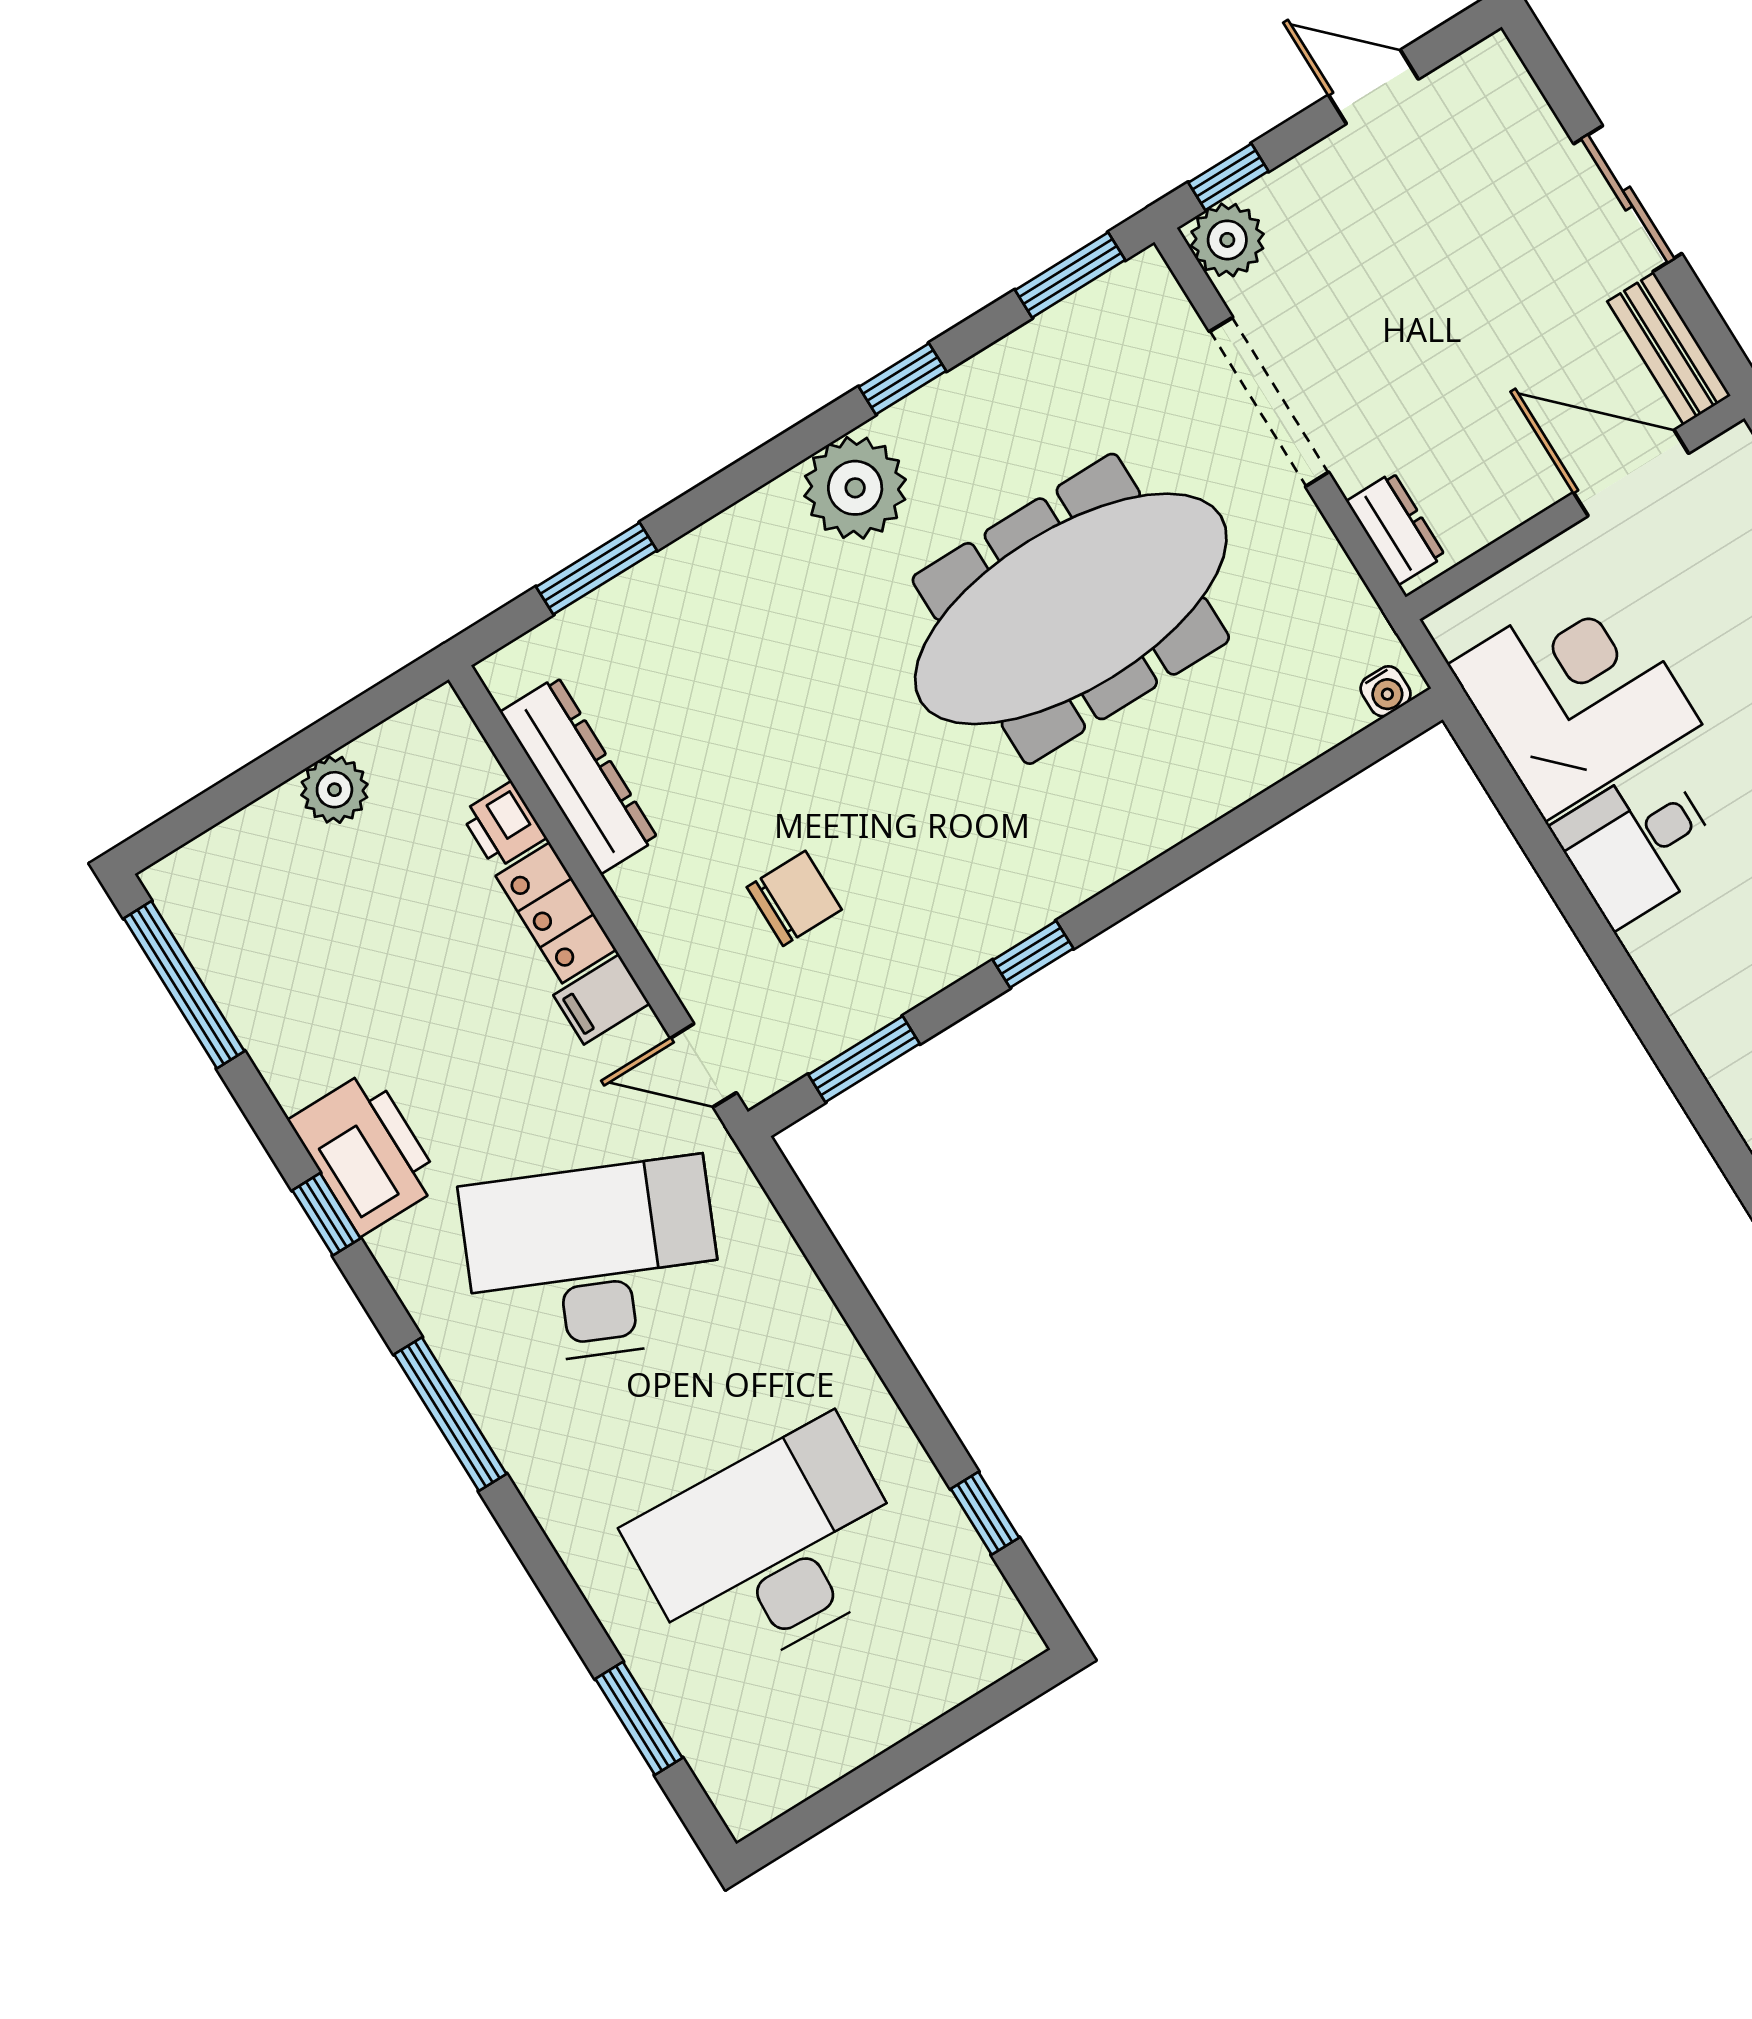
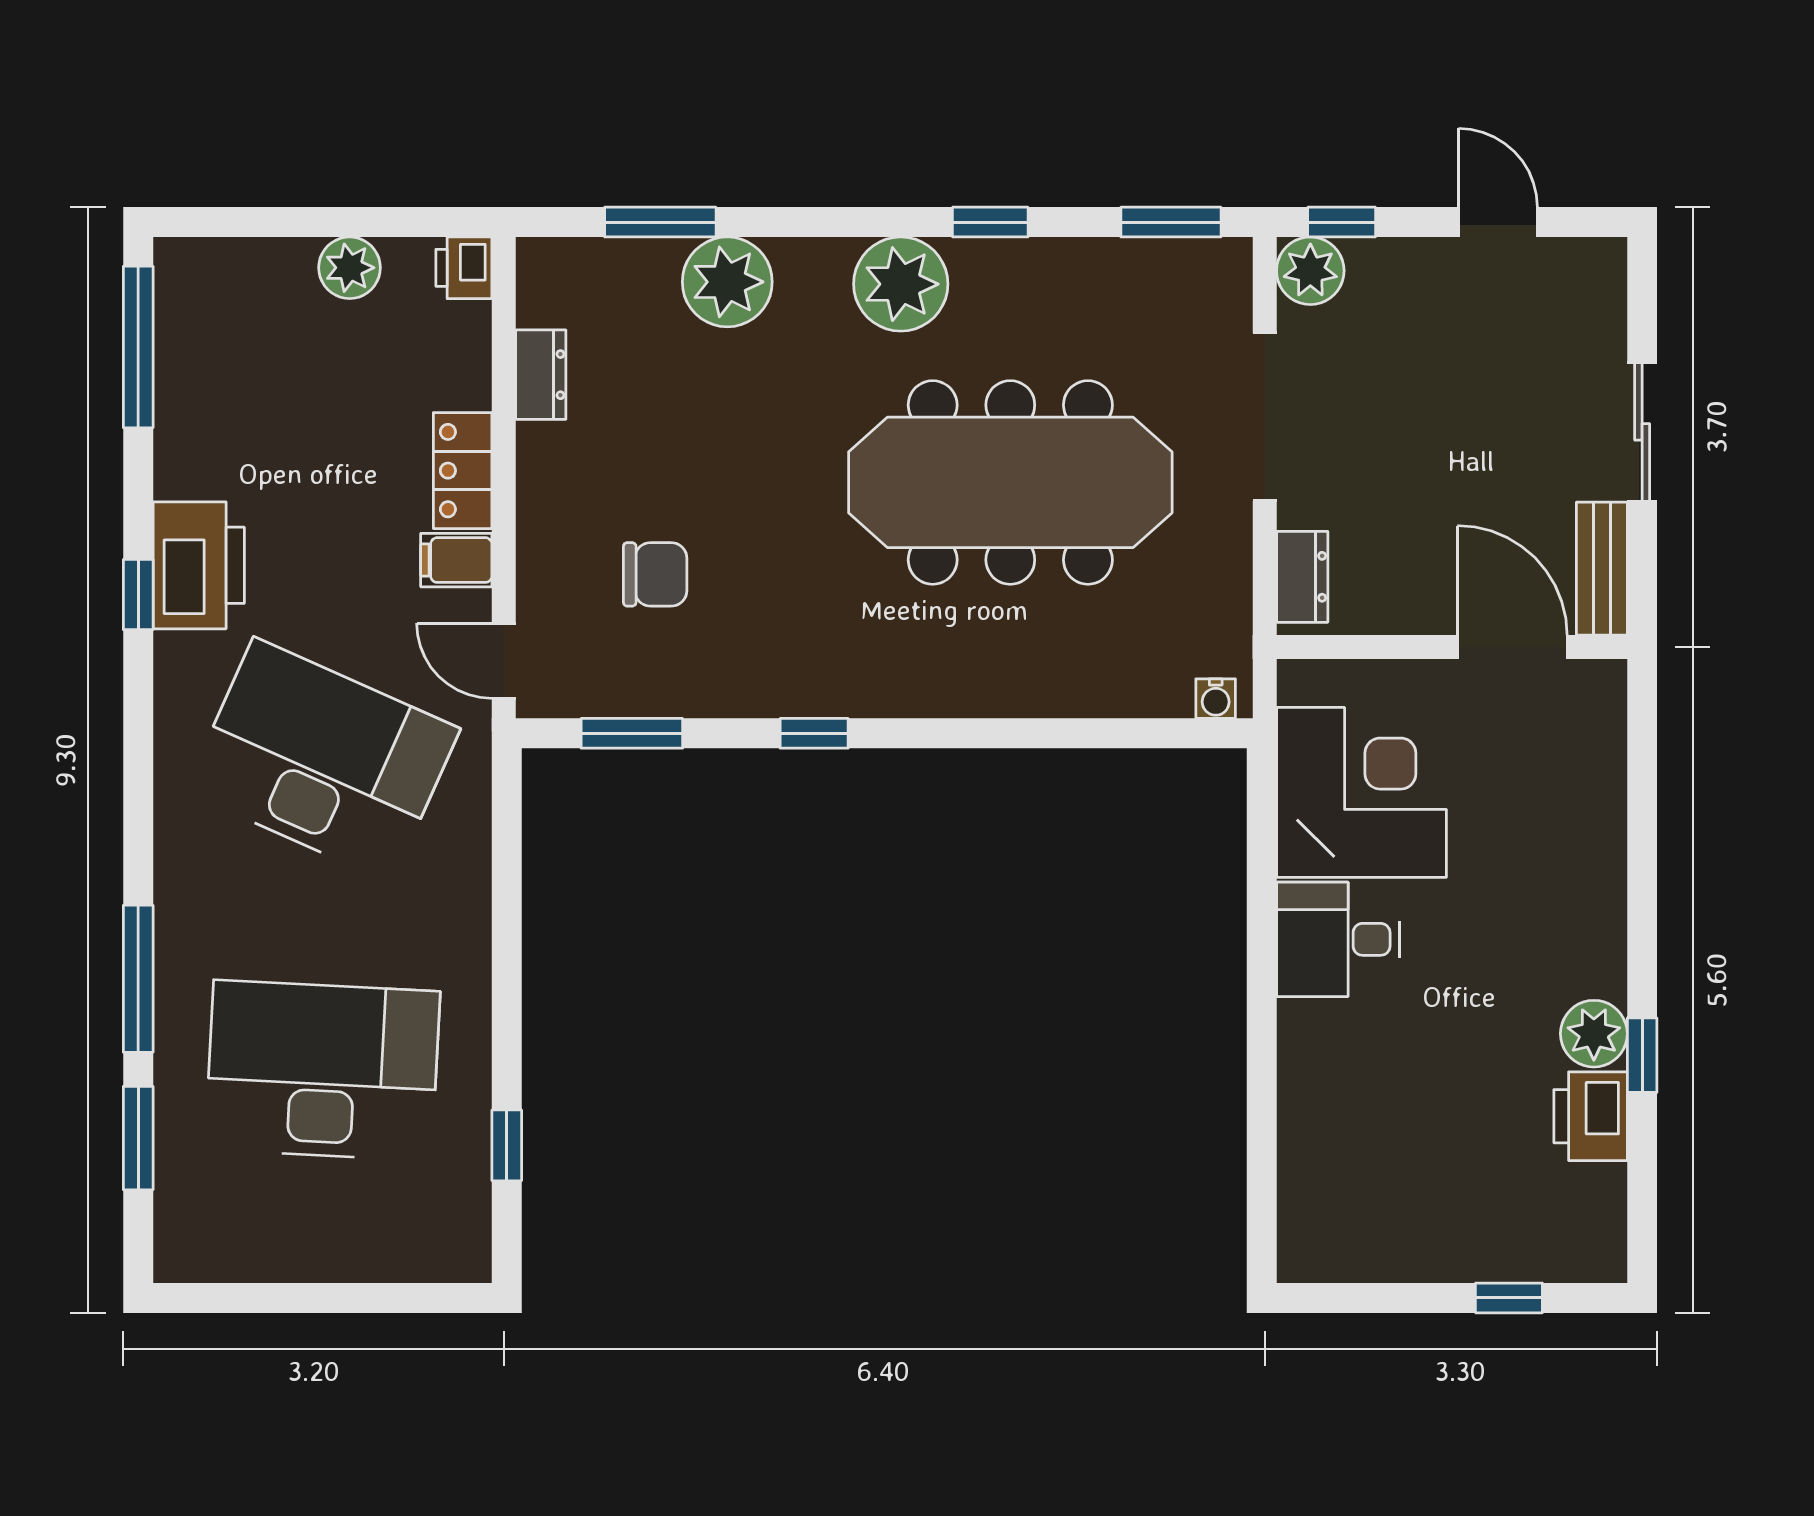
plant: (693, 586) -> (727, 282), added
dresser: (579, 775) -> (541, 375), width x0.51, depth x0.80
printer: (503, 825) -> (464, 268), moved
window: (450, 1414) -> (138, 979), moved

